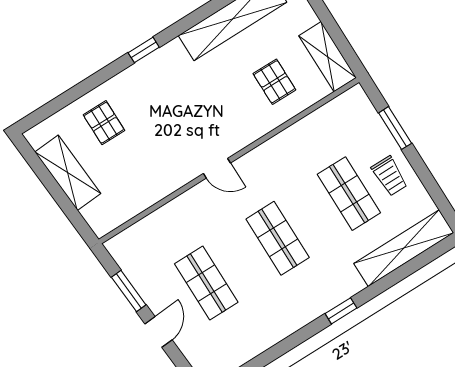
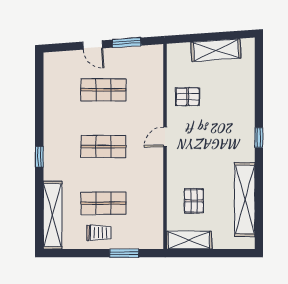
pallet: (274, 82) -> (194, 201), turned 90
pallet: (104, 123) -> (188, 97), moved
trolley: (390, 176) -> (99, 233), turned 180

